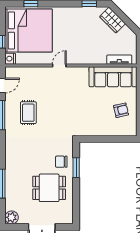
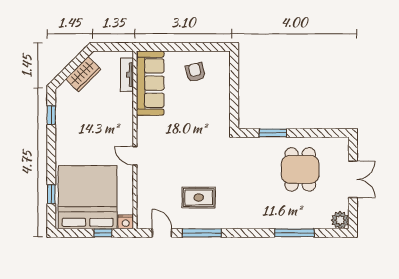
wardrobe: (113, 20) -> (83, 74), moved
chair: (61, 162) -> (265, 153), removed

